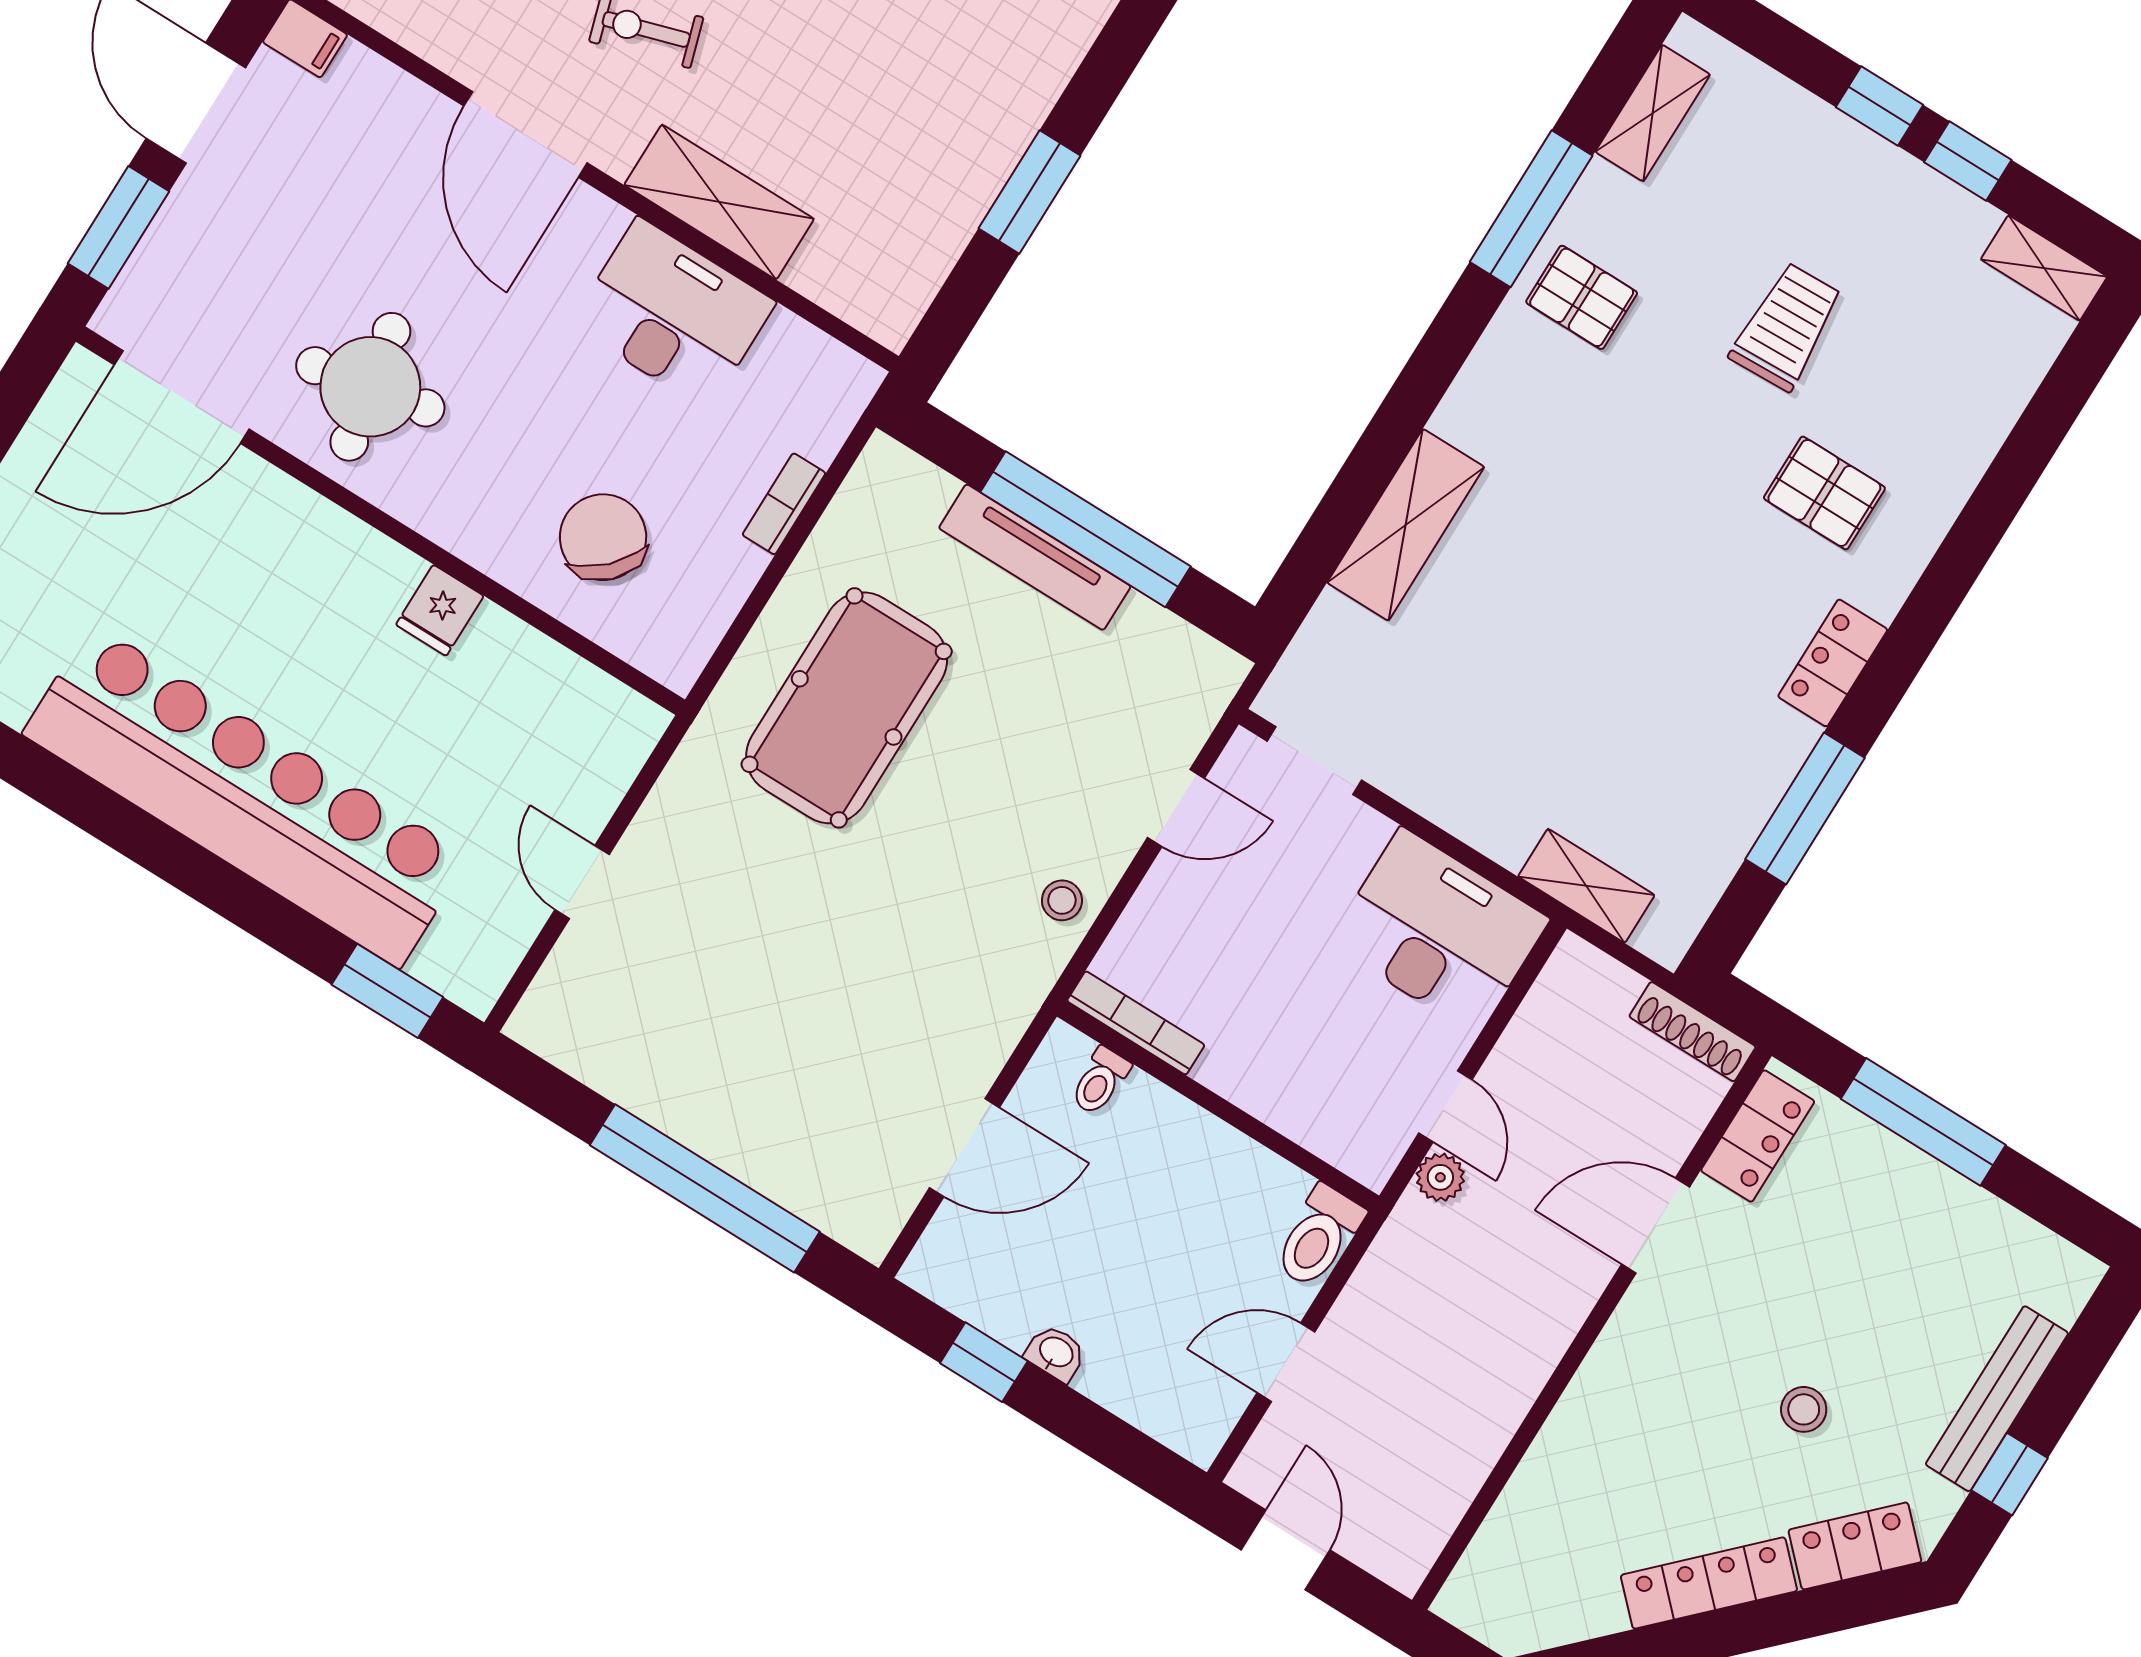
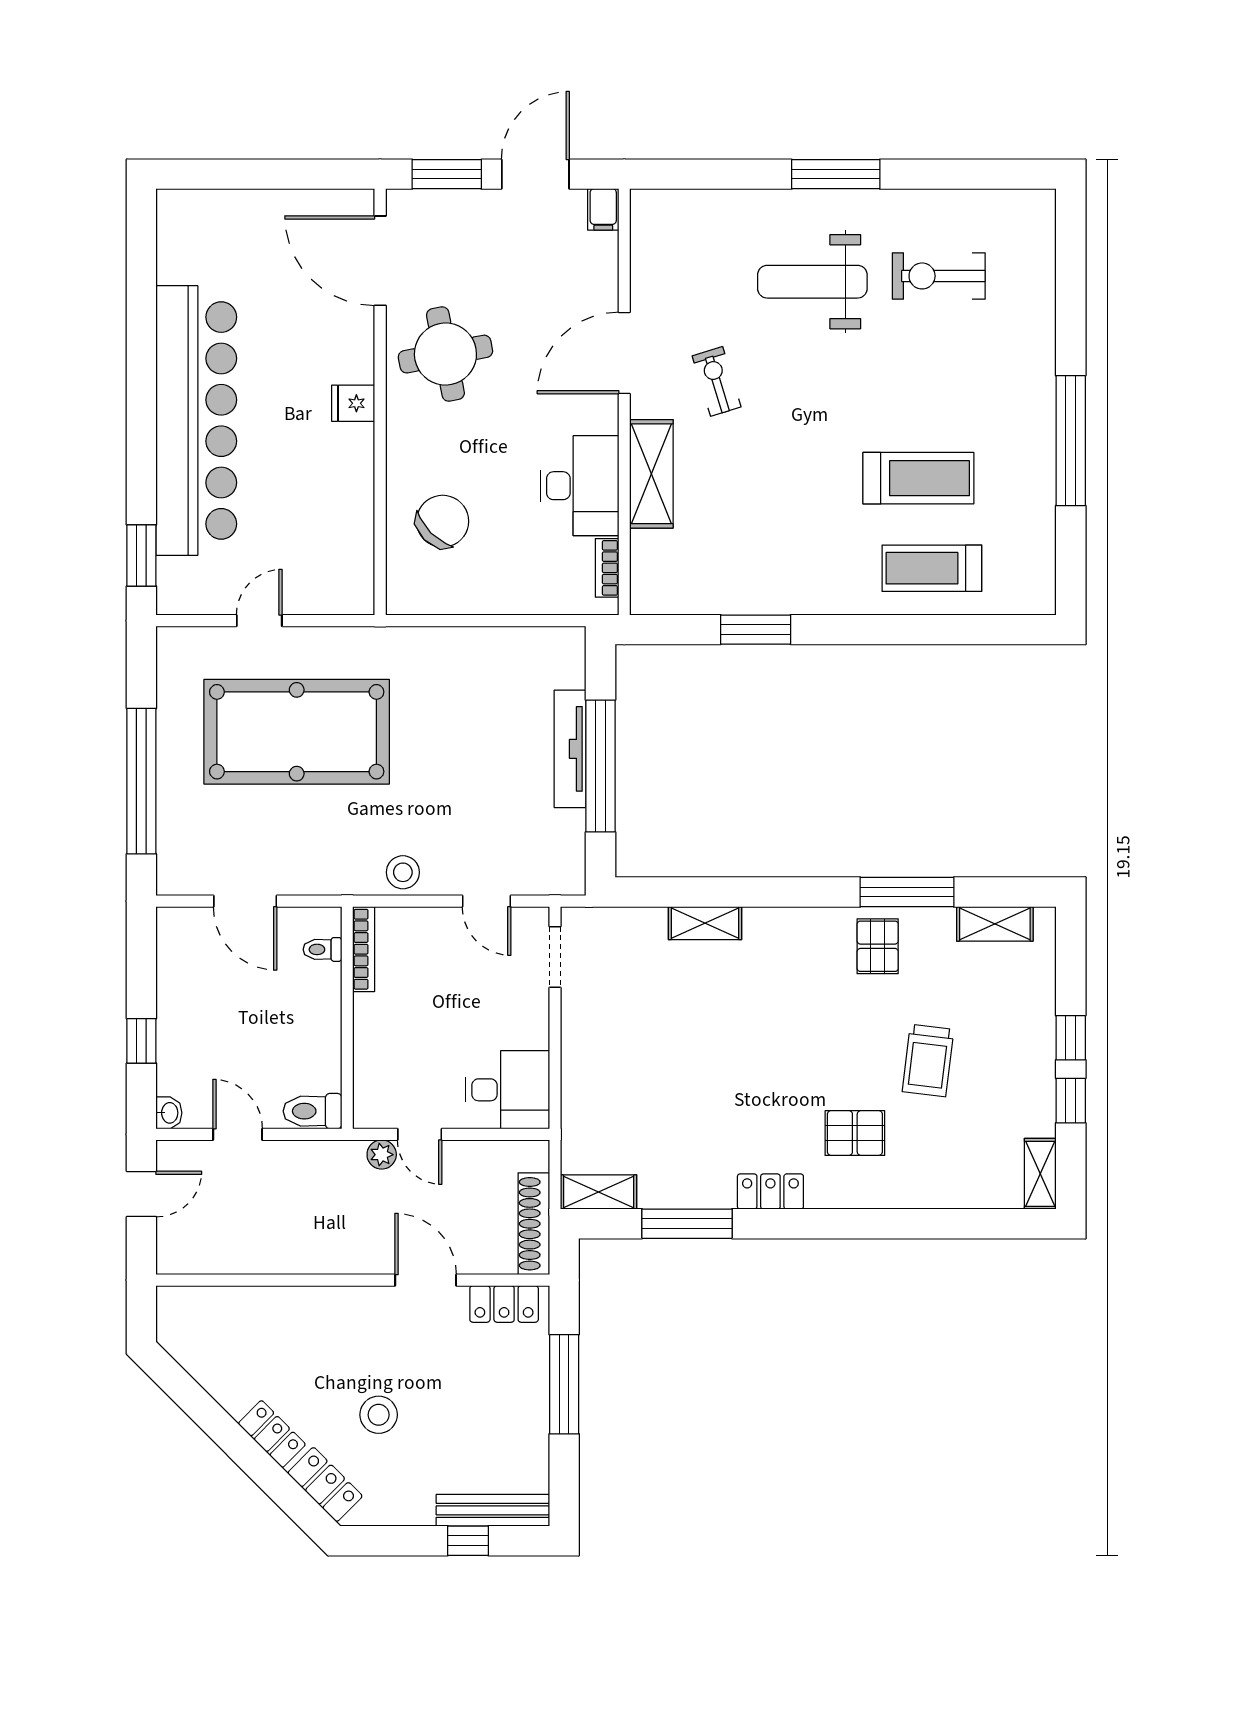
trolley: (1786, 327) -> (928, 1061), turned 99
pallet: (1824, 493) -> (855, 1133), turned 90
bookcase: (784, 504) -> (607, 568), moved, turned -90
shelving: (1406, 525) -> (705, 923), width x0.67, depth x0.75
fridge: (440, 610) -> (353, 403), moved
pool table: (847, 708) -> (297, 732), moved, width x1.36, depth x1.32
shelving: (1586, 886) -> (599, 1192), moved, turned 90
stool: (1062, 900) -> (403, 872), width x1.37, depth x1.37
desk: (1439, 931) -> (507, 1090), width x0.73
shoe rack: (1693, 1032) -> (534, 1224), width x1.36, depth x1.24
door: (1445, 1106) -> (420, 1134), hinge flipped
washbasin: (1056, 1353) -> (169, 1113), moved
window: (984, 1362) -> (141, 1041), moved
bench: (1997, 1399) -> (493, 1510), moved
stool: (1804, 1409) -> (379, 1415), width x1.37, depth x1.37
window: (2009, 1474) -> (468, 1541), moved
locker: (1709, 1583) -> (272, 1434), width x0.66

